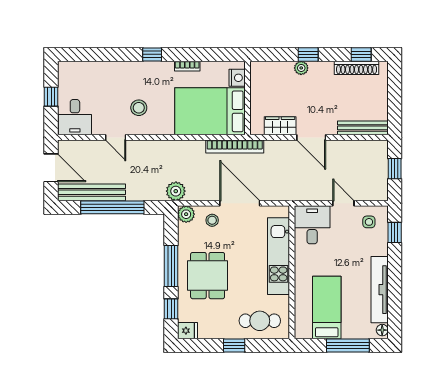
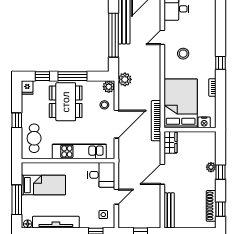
wardrobe: (280, 126) -> (171, 142), moved
dining table: (208, 276) -> (66, 102), width x1.37

